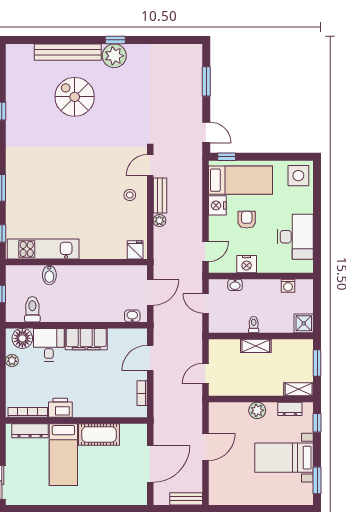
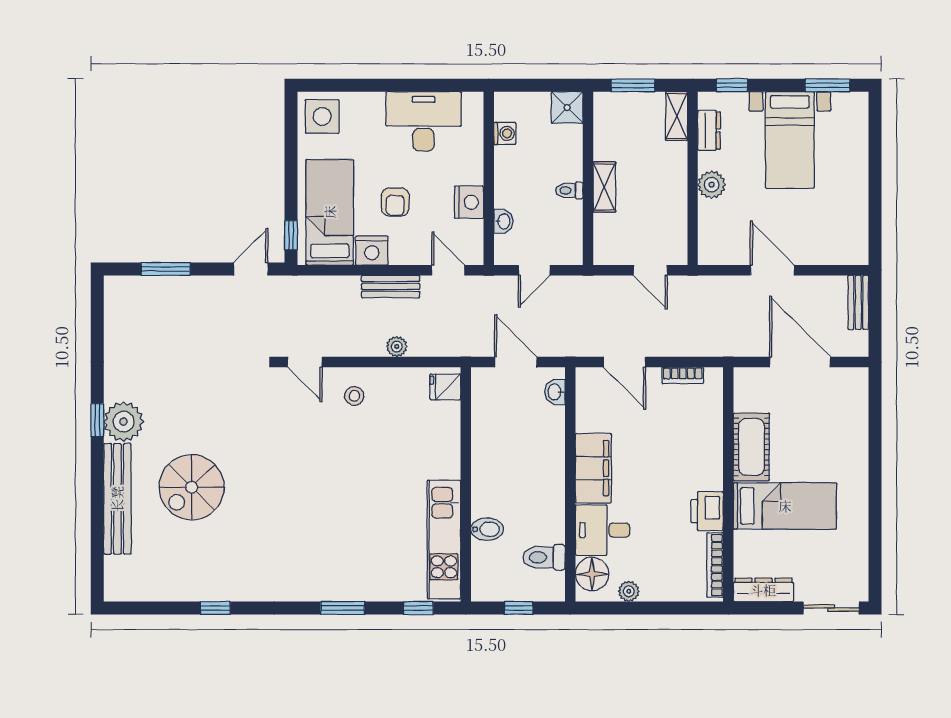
bench: (160, 196) -> (391, 286), moved
armchair: (247, 220) -> (395, 202), turned -90
dresser: (30, 431) -> (763, 590), moved, turned -90

